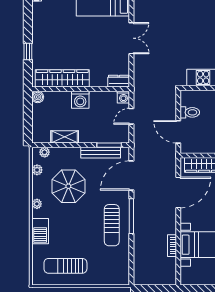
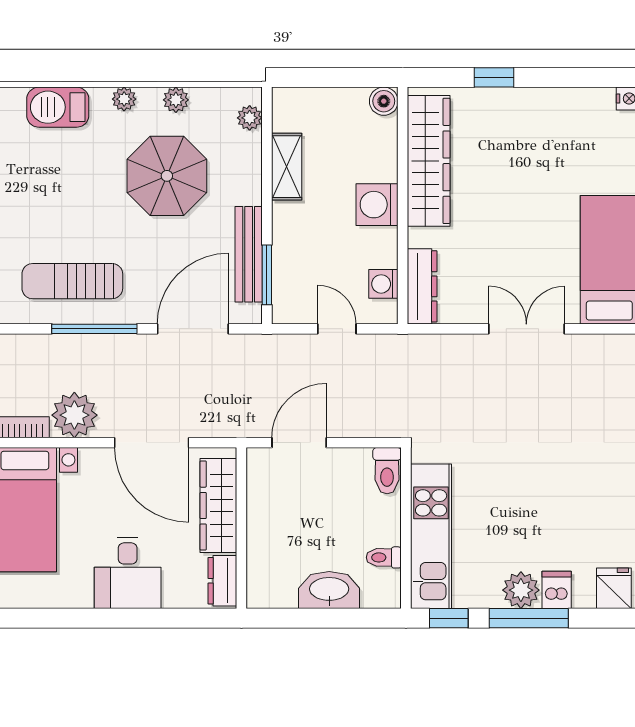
double door: (131, 38) -> (526, 329), swing flipped
dresser: (119, 81) -> (422, 286), width x1.44
washing machine: (123, 97) -> (383, 284), moved
toilet: (190, 112) -> (387, 471), moved
plant: (37, 170) -> (176, 100), moved
door: (131, 176) -> (193, 329), hinge flipped
plant: (167, 224) -> (74, 415), added

